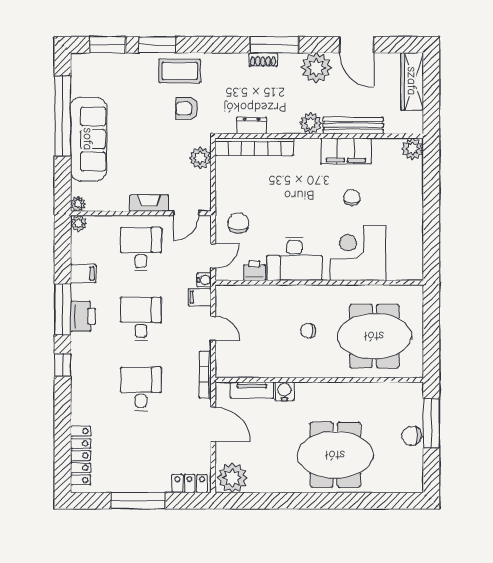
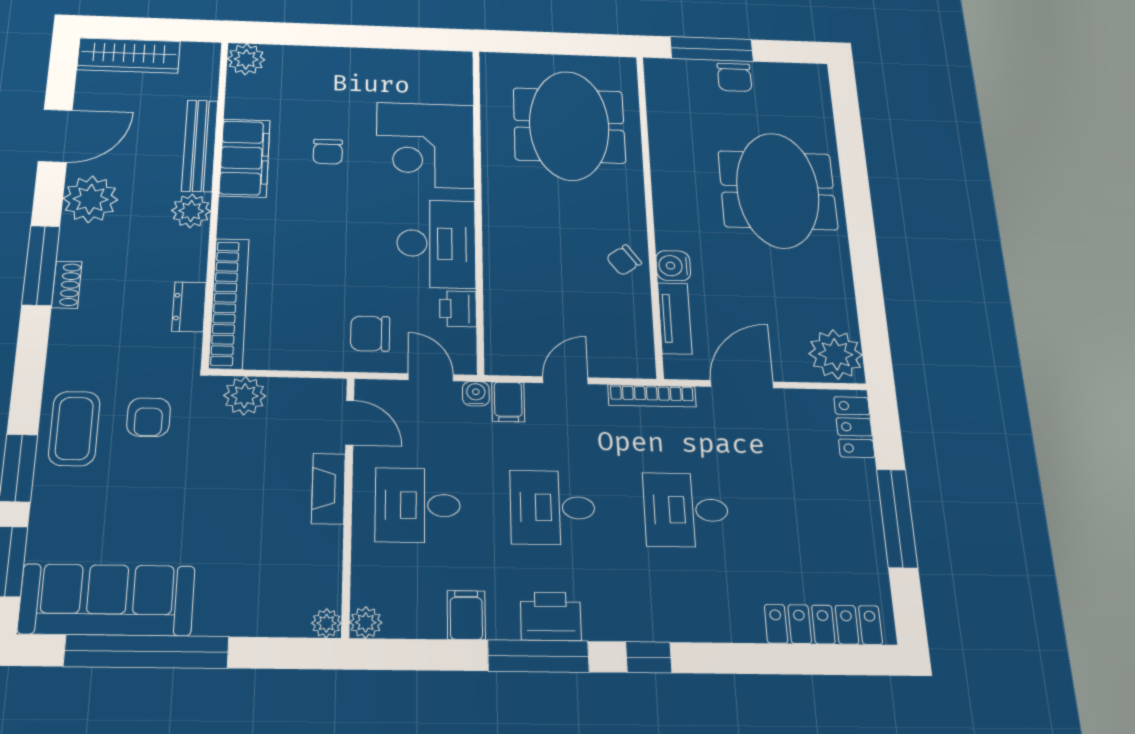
sofa: (88, 139) -> (107, 600), moved
chair: (352, 198) -> (328, 152), turned -97
chair: (308, 331) -> (624, 260), moved, turned 54

